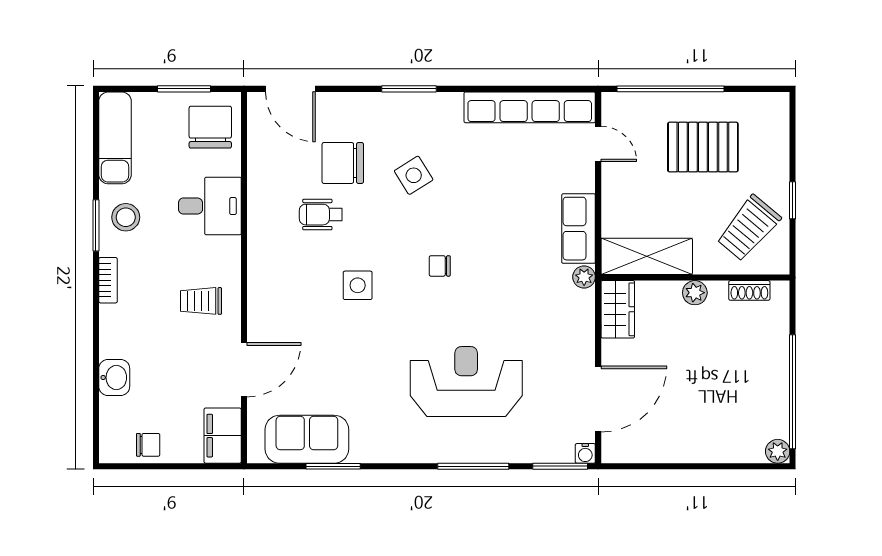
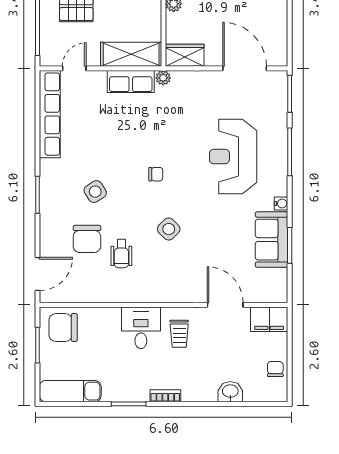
desk: (210, 206) -> (141, 328), moved
stool: (126, 217) -> (123, 384), removed
shelving: (647, 256) -> (131, 54), moved, turned 90
chair: (440, 266) -> (156, 174), turned -90
side table: (358, 285) -> (169, 229), turned 45
sofa: (307, 439) -> (272, 240), moved
water cooler: (585, 453) -> (281, 204), moved

